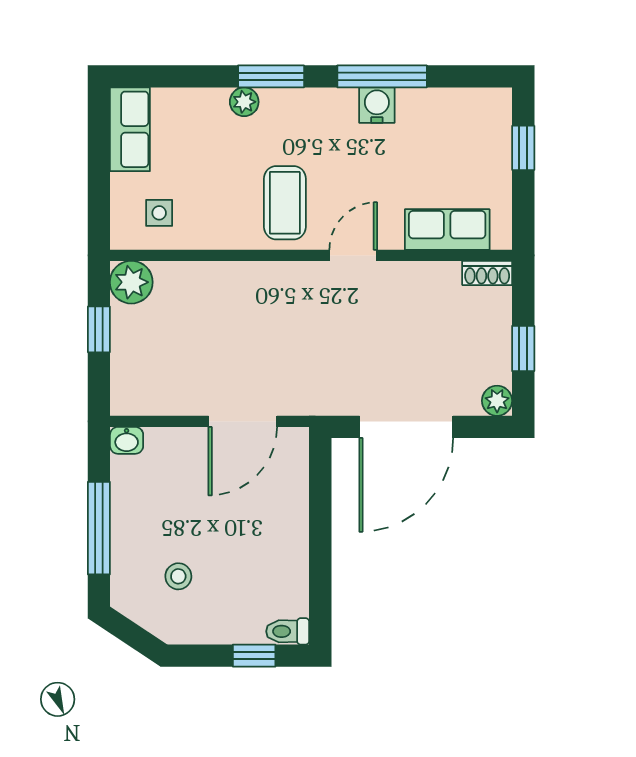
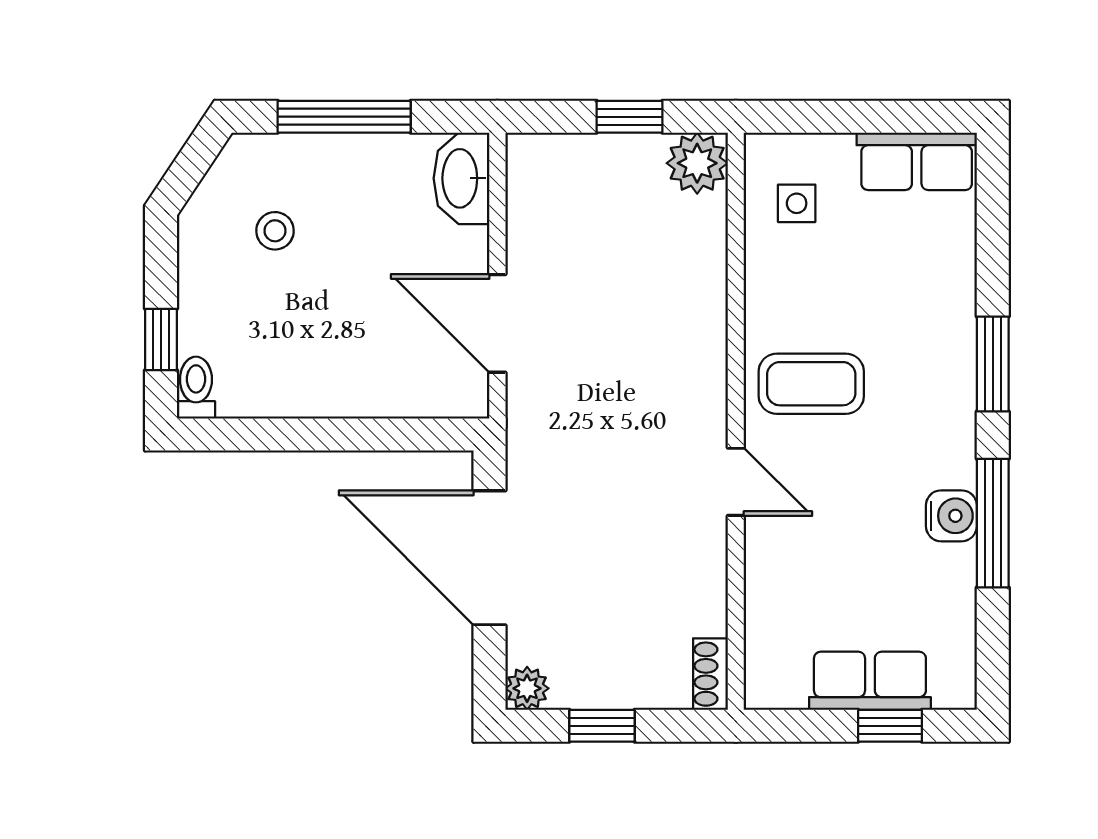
plant: (244, 102) -> (956, 325), removed
row of seats: (447, 229) -> (870, 681), moved, turned -90
washbasin: (127, 440) -> (461, 178), width x1.91, depth x1.45

